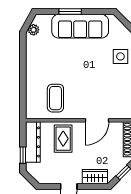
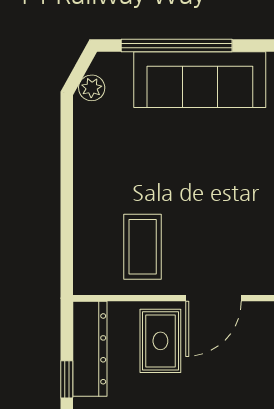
window: (70, 11) -> (177, 46), width x2.11
door: (97, 120) -> (213, 298), moved

